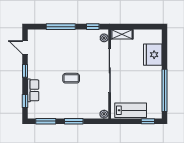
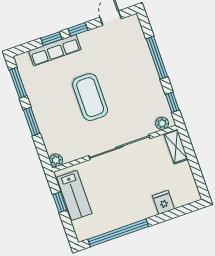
fridge: (153, 55) -> (163, 202), width x0.53, depth x0.75
coffee table: (71, 78) -> (90, 97), width x1.86, depth x1.72
row of seats: (33, 90) -> (55, 50), width x1.48
window: (25, 101) -> (51, 39), moved
window: (148, 121) -> (60, 202), moved

